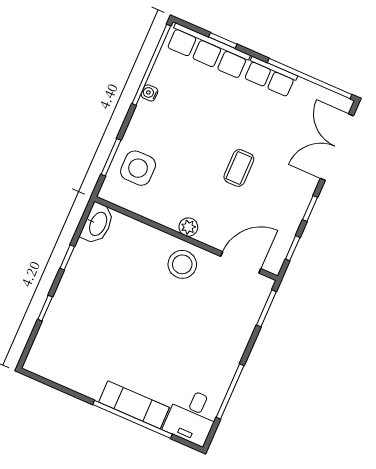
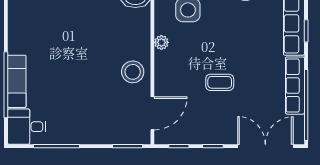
row of seats: (270, 77) -> (295, 86), width x1.48
plant: (188, 227) -> (161, 42), moved
door: (241, 262) -> (152, 113), hinge flipped

